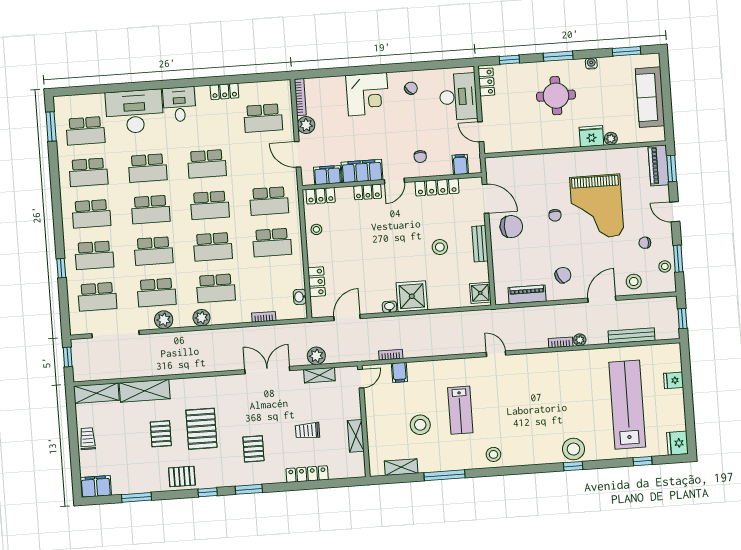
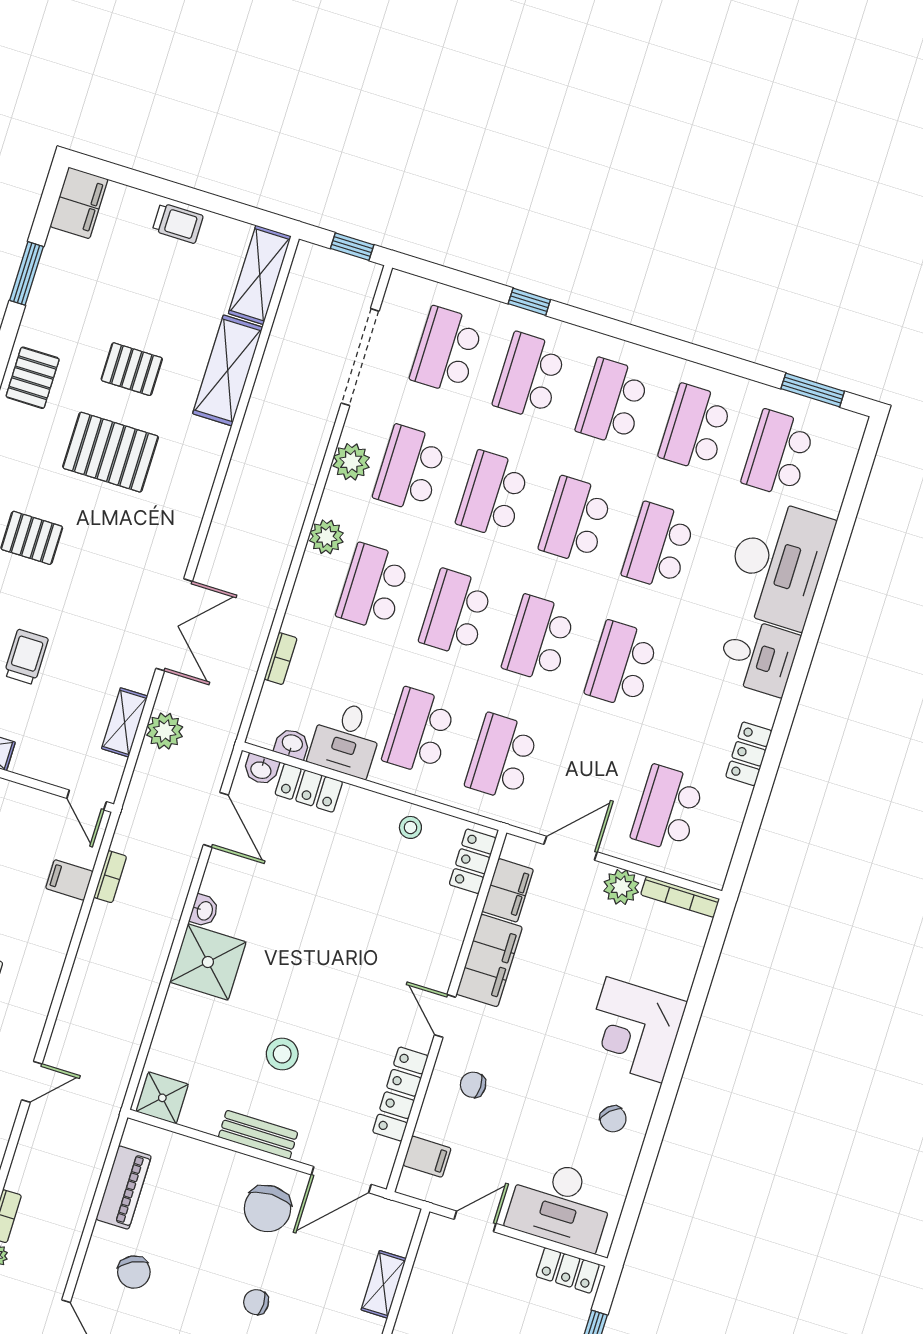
shelving: (525, 162) -> (384, 1284), added
locker: (368, 192) -> (444, 956), removed
desk: (288, 274) -> (346, 739), added
washbasin: (317, 306) -> (261, 769), added

